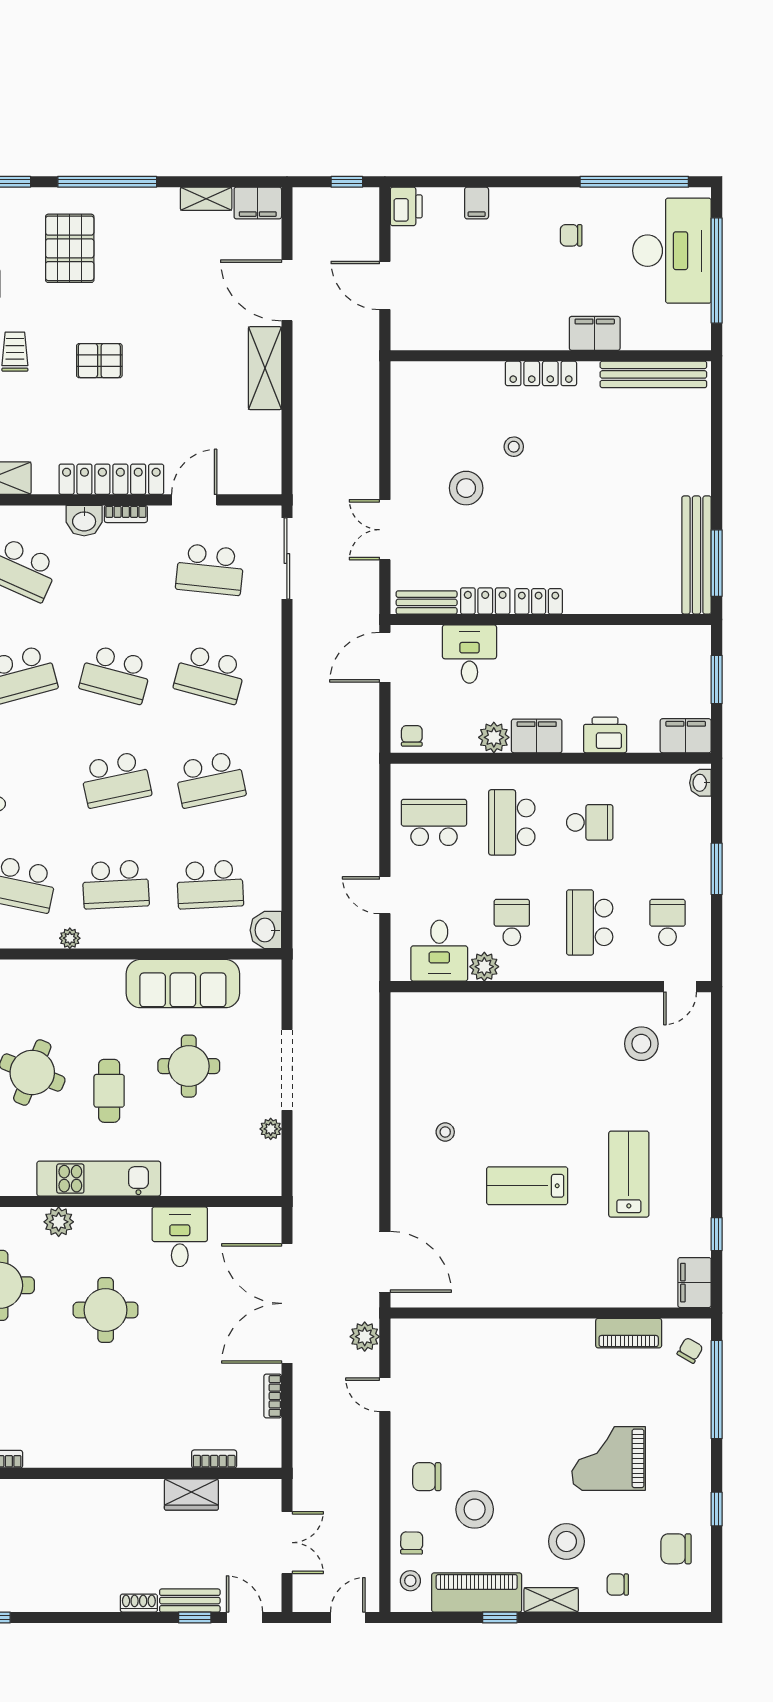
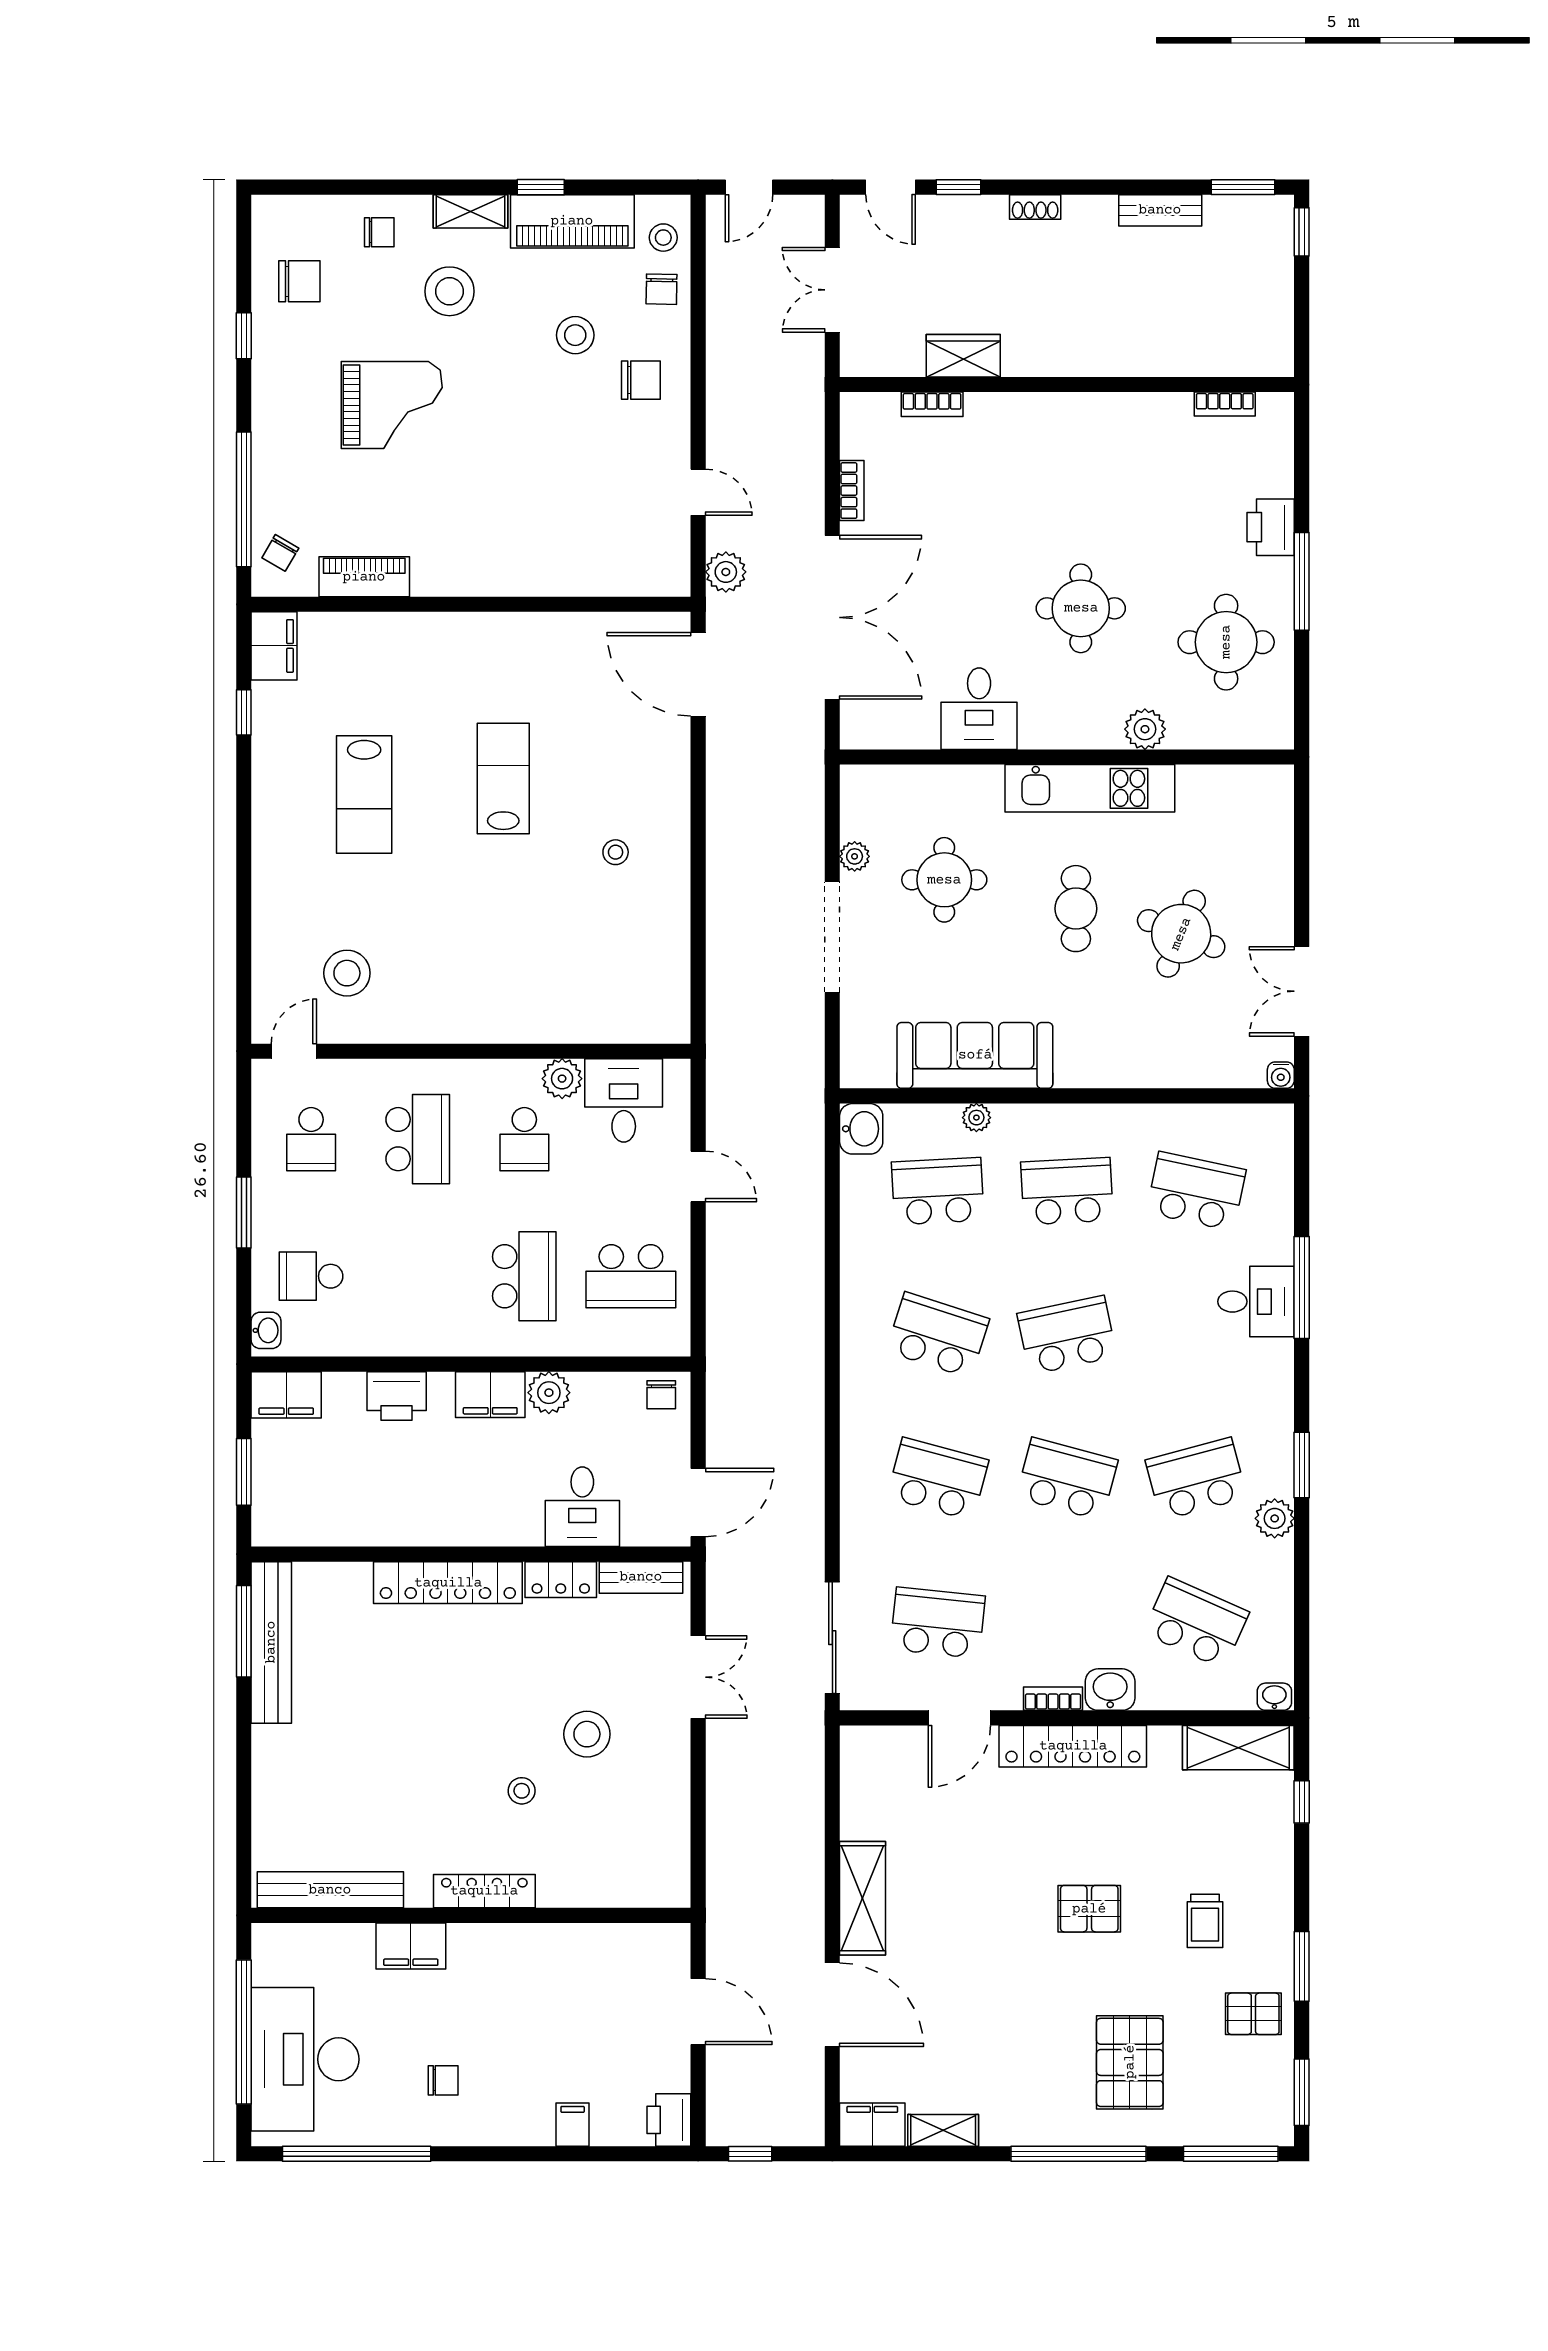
locker: (539, 601) -> (448, 1583), width x2.16, depth x1.21
school desk: (210, 779) -> (938, 1335), turned 30
school desk: (590, 822) -> (311, 1276), moved
plant: (70, 938) -> (976, 1118), moved
round table: (189, 1066) -> (944, 880), moved
lab bench: (527, 1186) -> (503, 778), turned -90
stool: (475, 1509) -> (575, 335), width x0.73, depth x0.73
bench: (190, 1601) -> (1160, 210), moved

